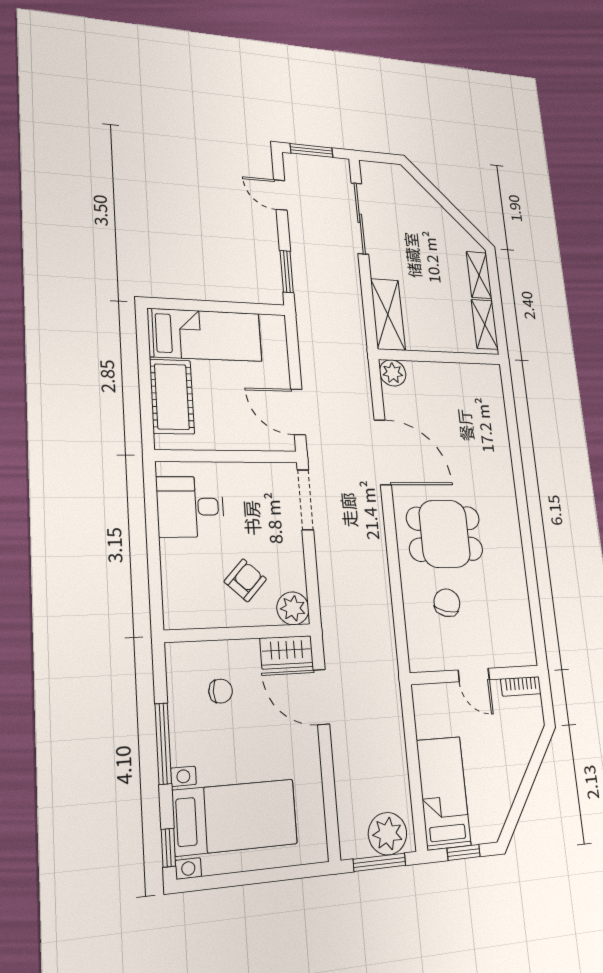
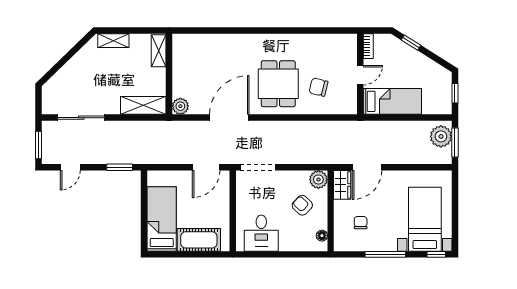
shelving: (485, 324) -> (159, 51), moved, turned 90
floor lamp: (192, 619) -> (322, 236), added
window: (535, 762) -> (411, 43), added
bed: (443, 793) -> (392, 101), moved, turned 180

